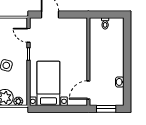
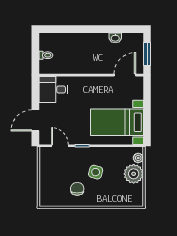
desk: (76, 30) -> (53, 90), added
door: (29, 35) -> (60, 146), swing flipped
door: (88, 90) -> (125, 75), swing flipped

